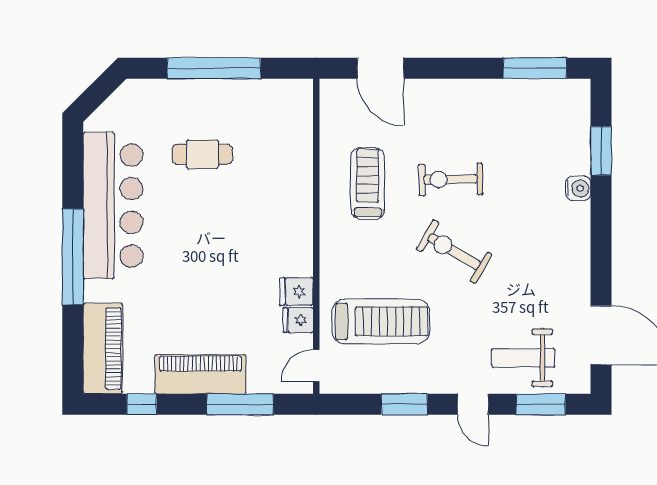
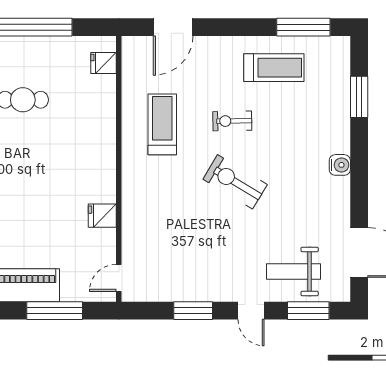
door: (381, 68) -> (173, 27), hinge flipped
exercise bike: (451, 179) -> (232, 121), width x0.73, depth x0.72
water cooler: (578, 188) -> (340, 165), moved
fridge: (298, 320) -> (104, 63), moved
treadmill: (381, 321) -> (274, 68), moved, width x0.73, depth x0.73

